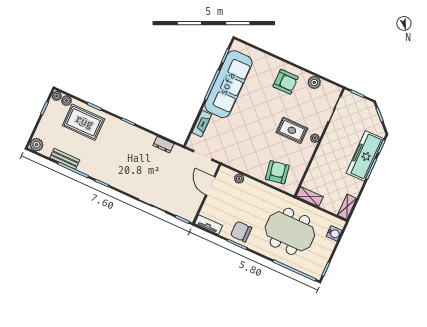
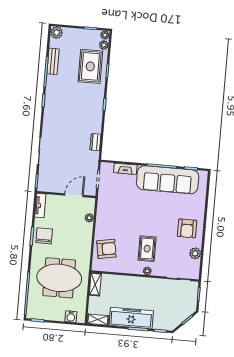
freezer: (365, 156) -> (131, 318), moved
meeting table: (290, 231) -> (59, 278), turned 90

